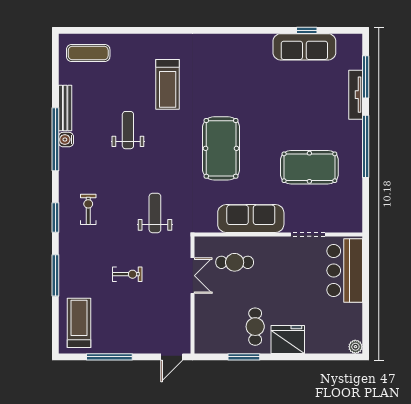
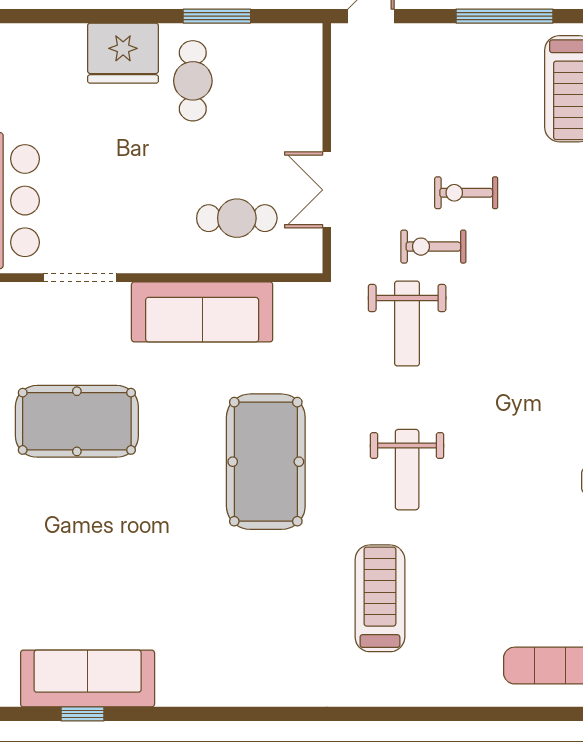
weight bench: (128, 130) -> (407, 470), moved
exercise bike: (88, 209) -> (433, 247), moved, turned 90

